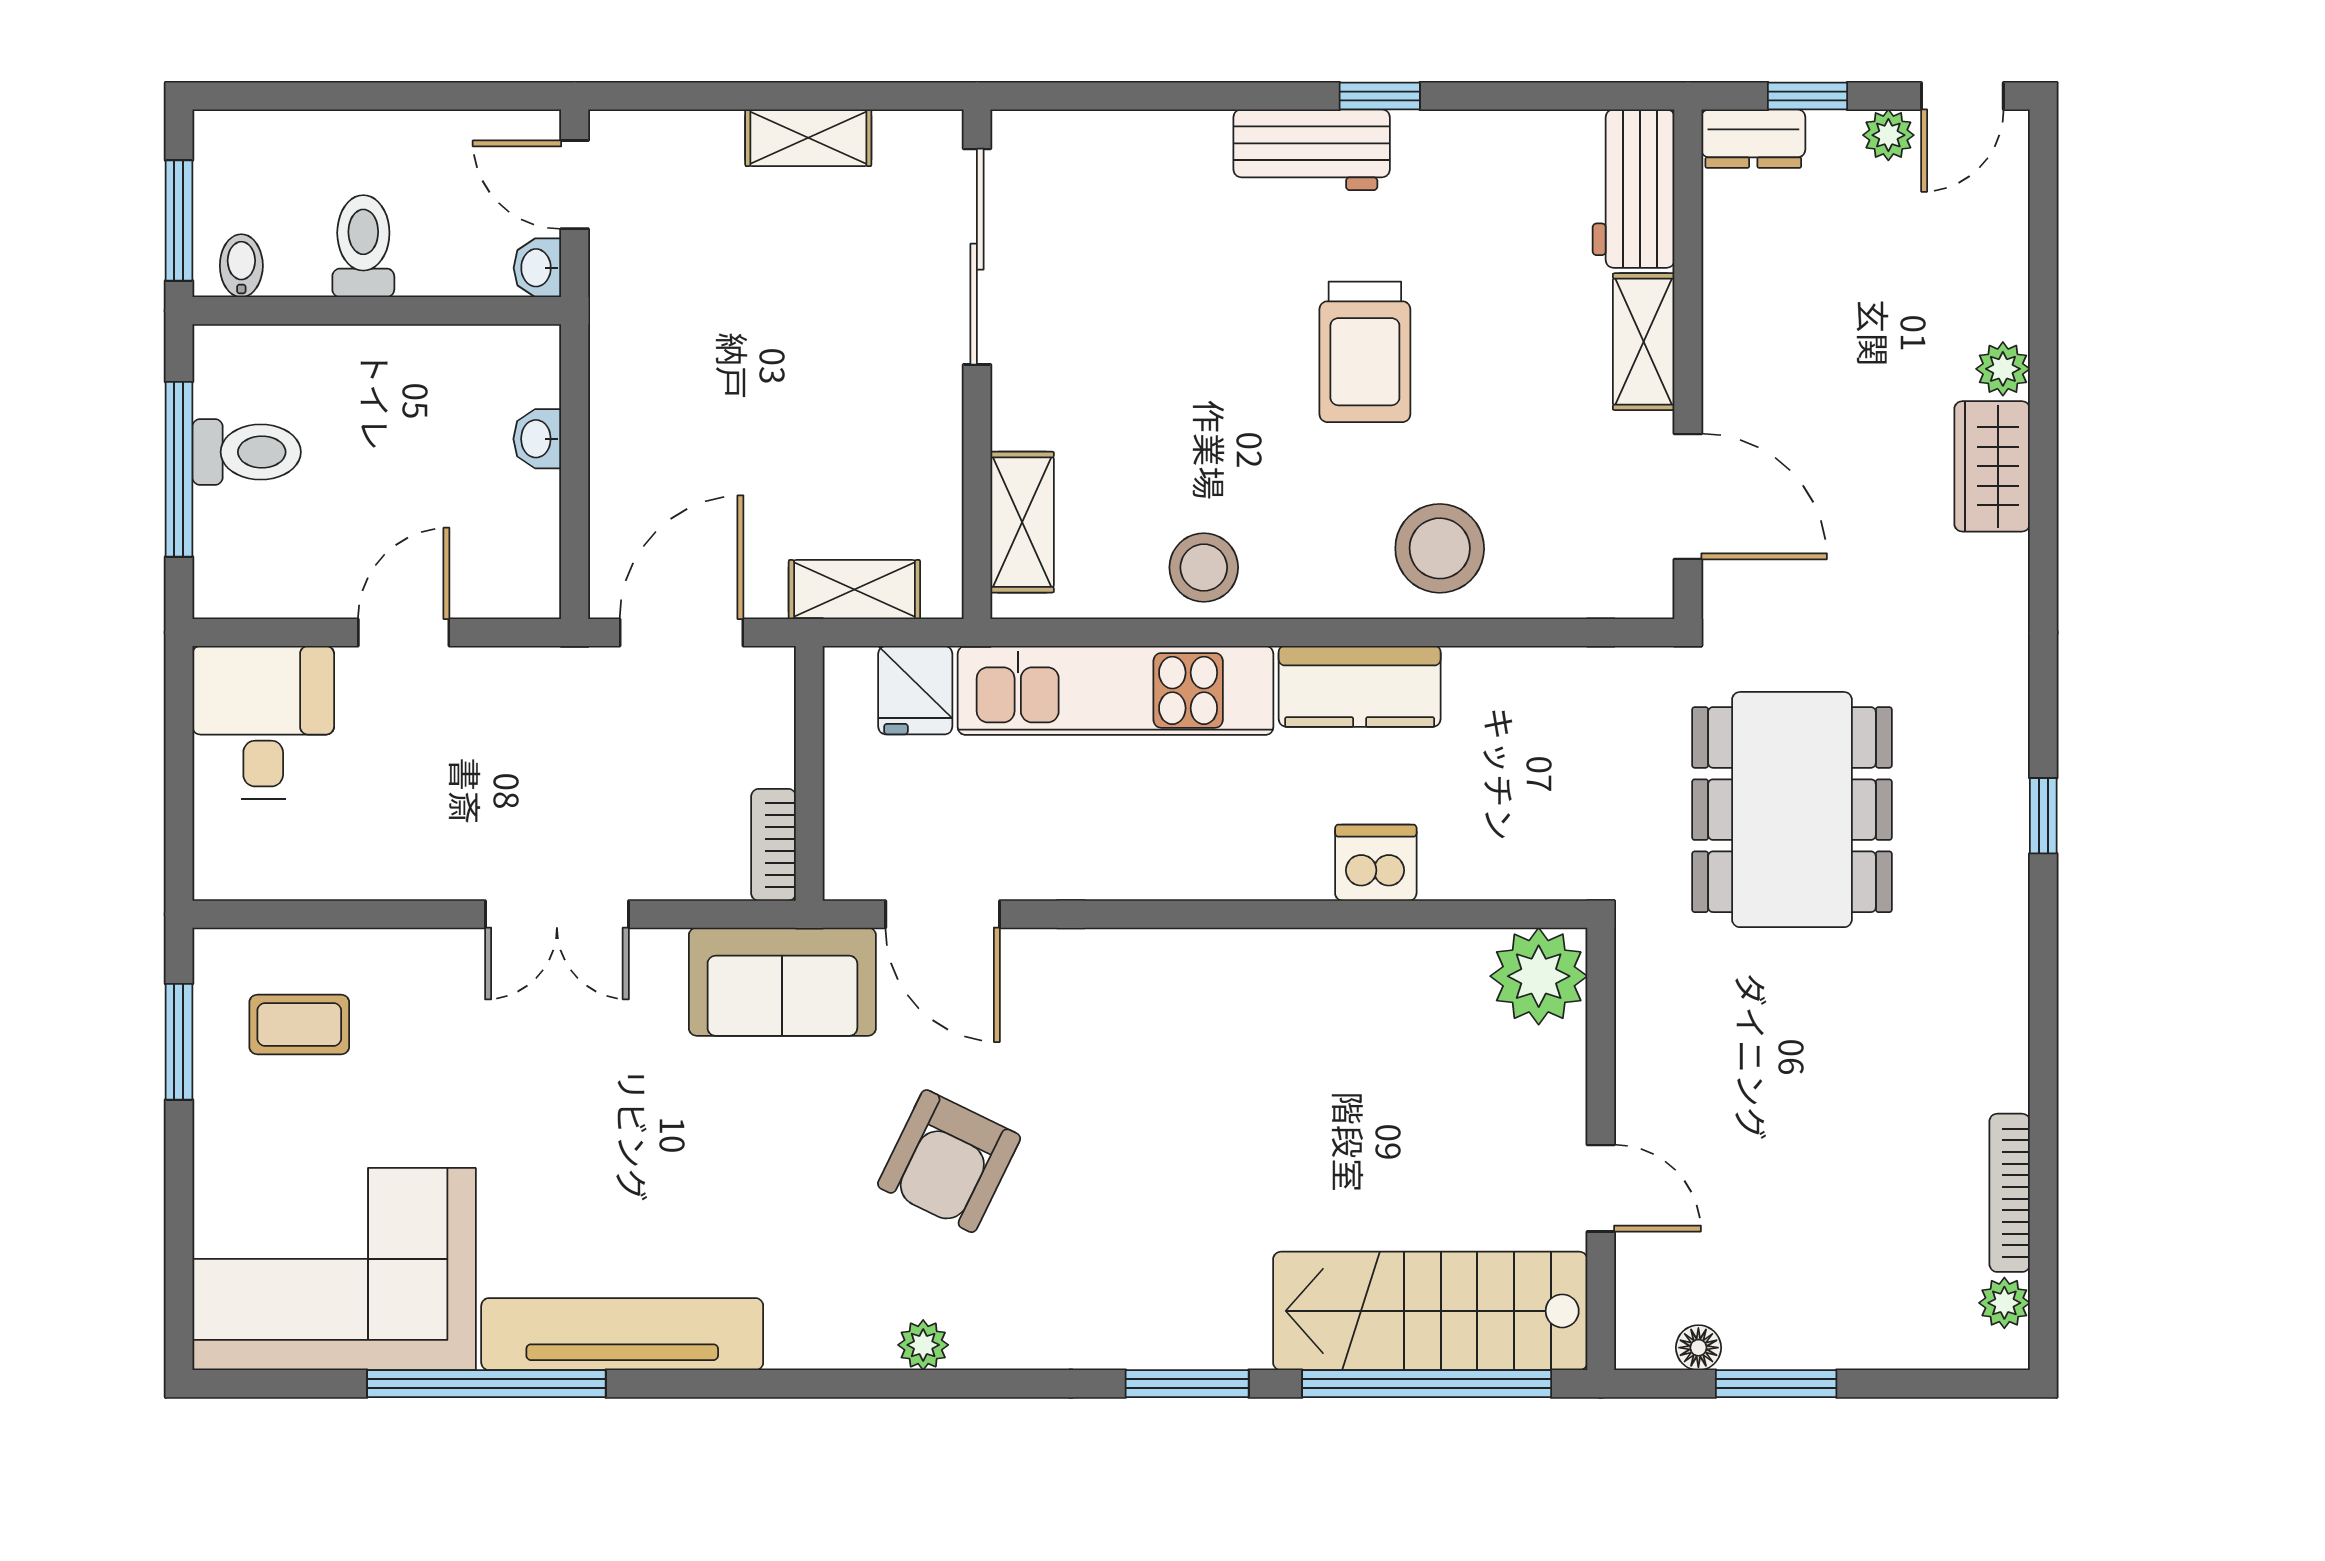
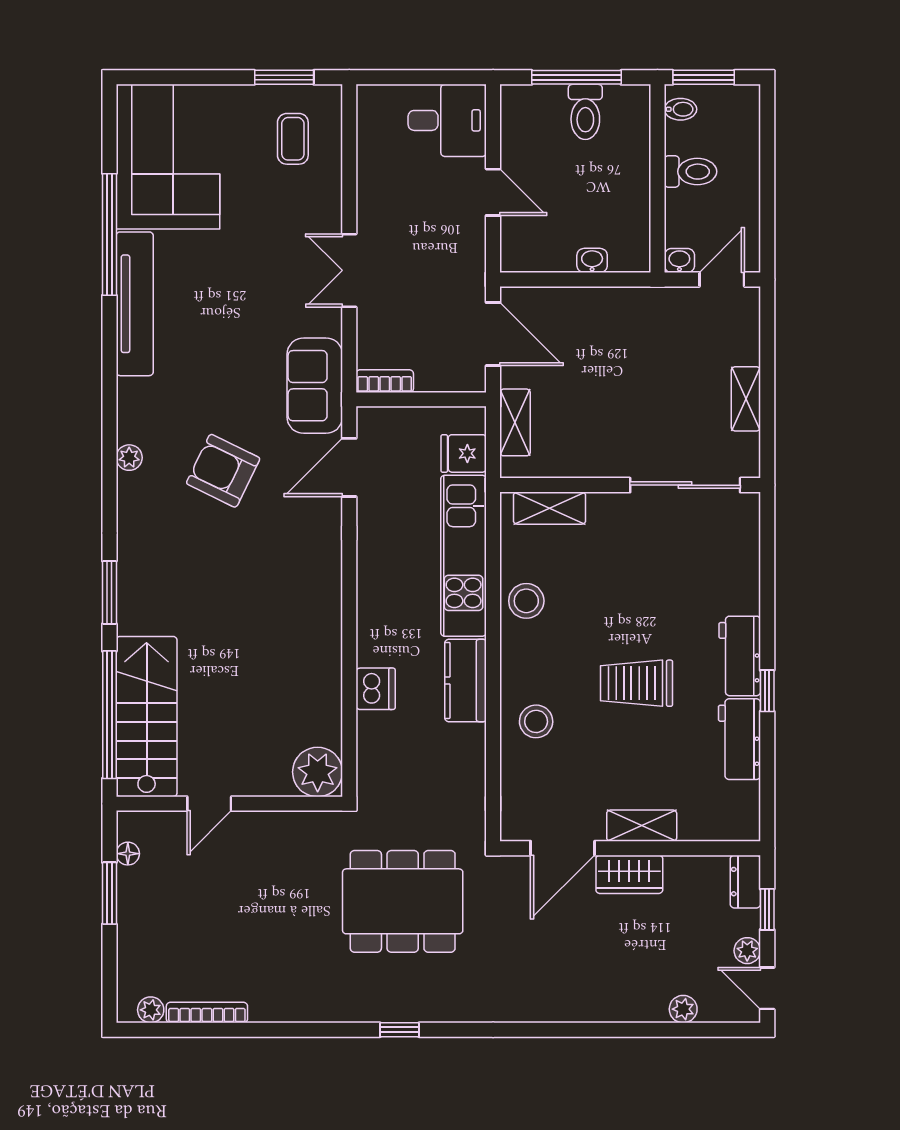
workbench: (1634, 189) -> (739, 739), moved, turned -90
plant: (2003, 369) -> (683, 1009), moved
wardrobe: (1992, 466) -> (629, 874), moved, turned 180
stool: (1440, 548) -> (536, 721), width x0.73, depth x0.73

